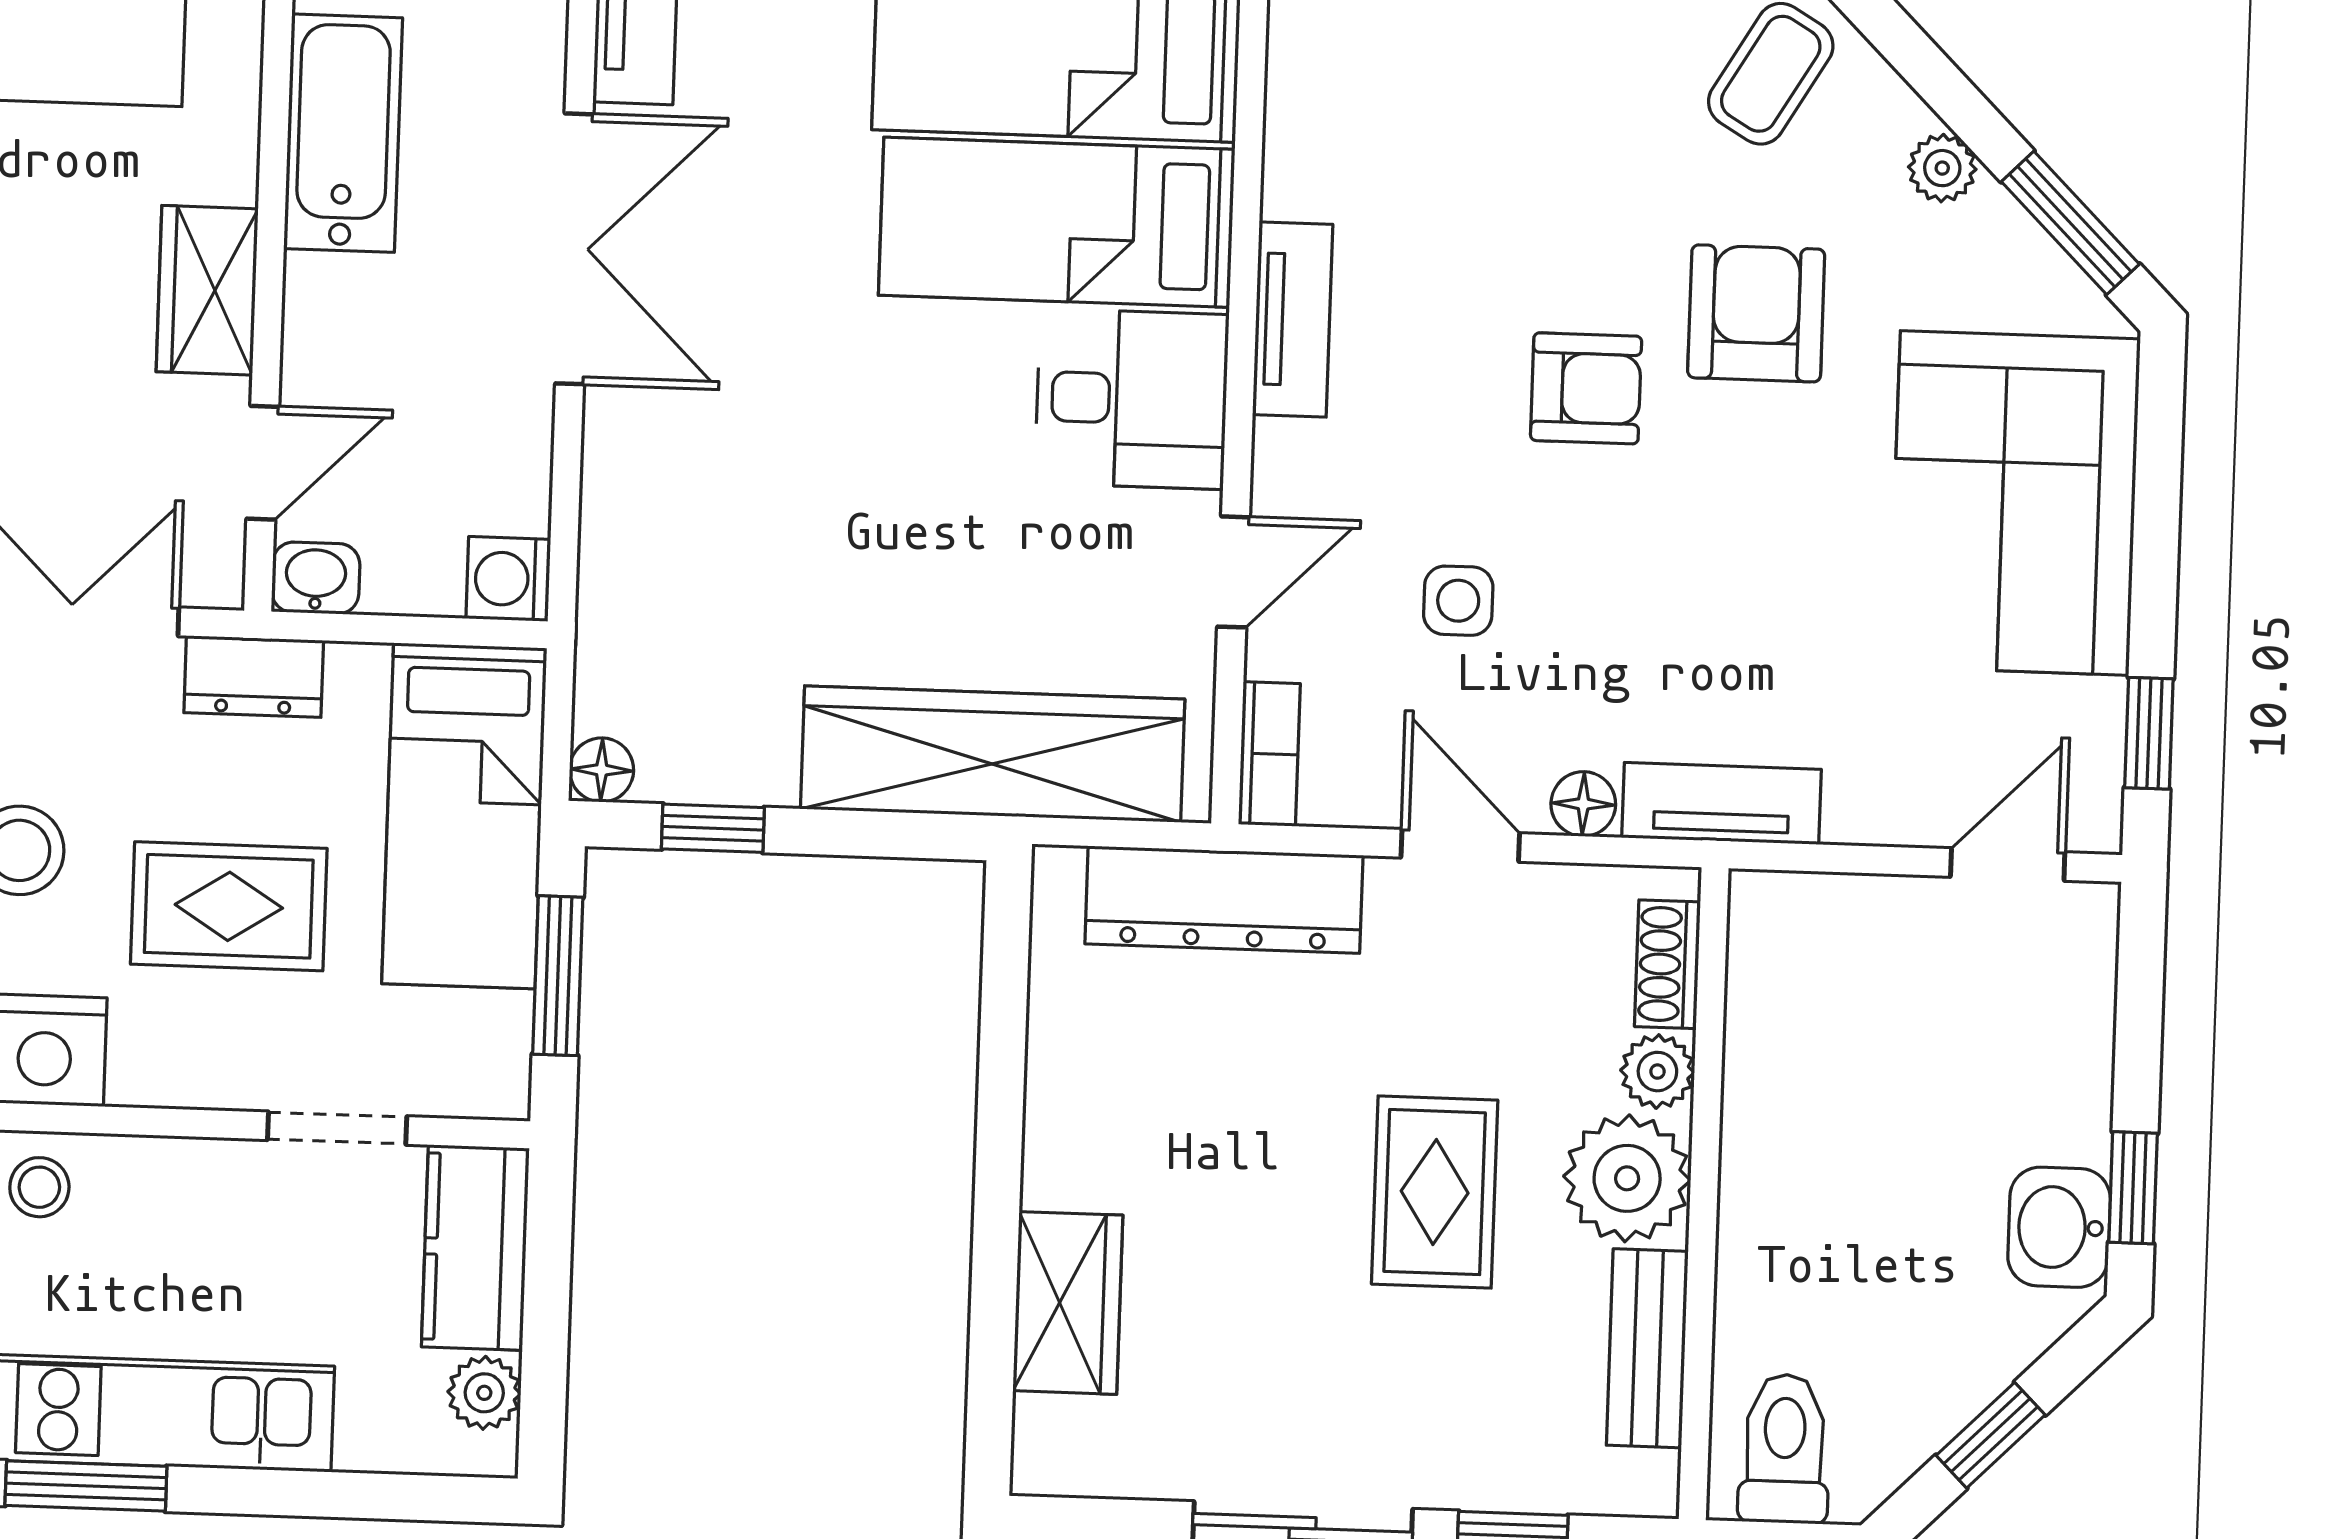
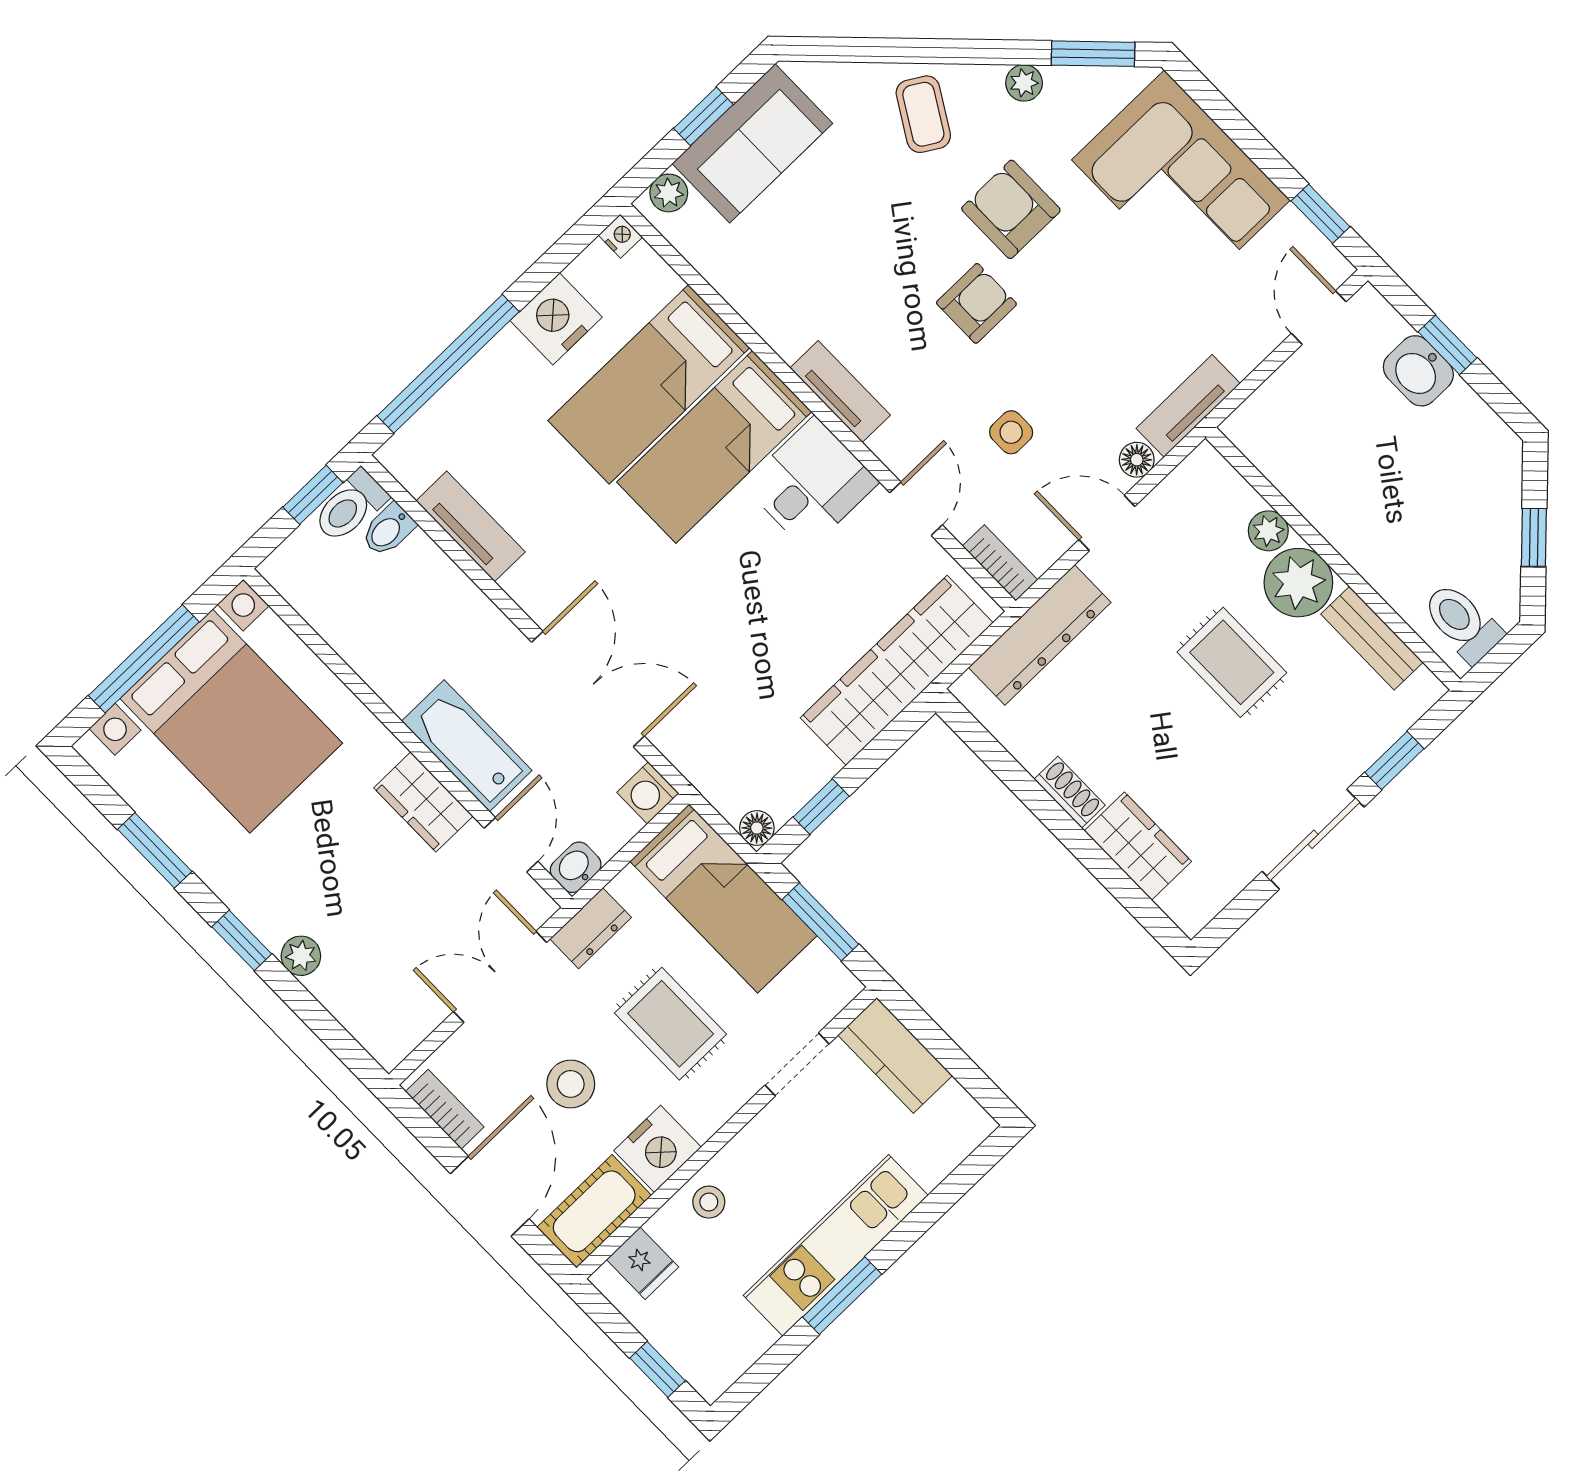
bathtub: (343, 133) -> (467, 746), moved
double door: (574, 249) -> (588, 689), moved
rug: (229, 906) -> (671, 1024), turned 90
shoe rack: (1667, 964) -> (1070, 792), moved, turned 180
window: (2133, 1188) -> (1448, 345), moved
washbasin: (2059, 1227) -> (1418, 371), moved
plant: (484, 1393) -> (955, 1106), removed

